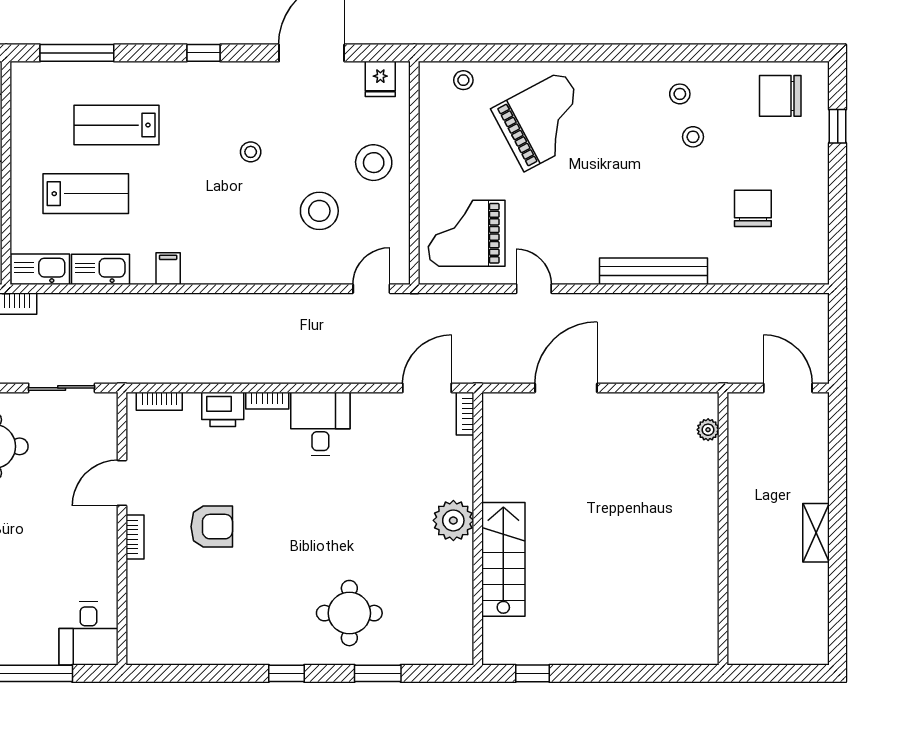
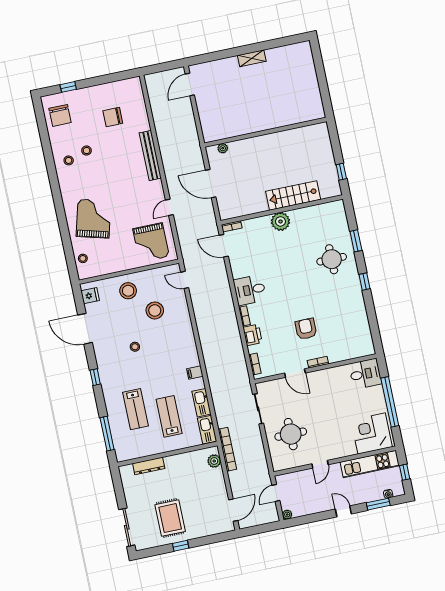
grand piano: (544, 121) -> (93, 219), turned 43
plant: (708, 430) -> (223, 148), moved
wall: (723, 529) -> (265, 132), moved

